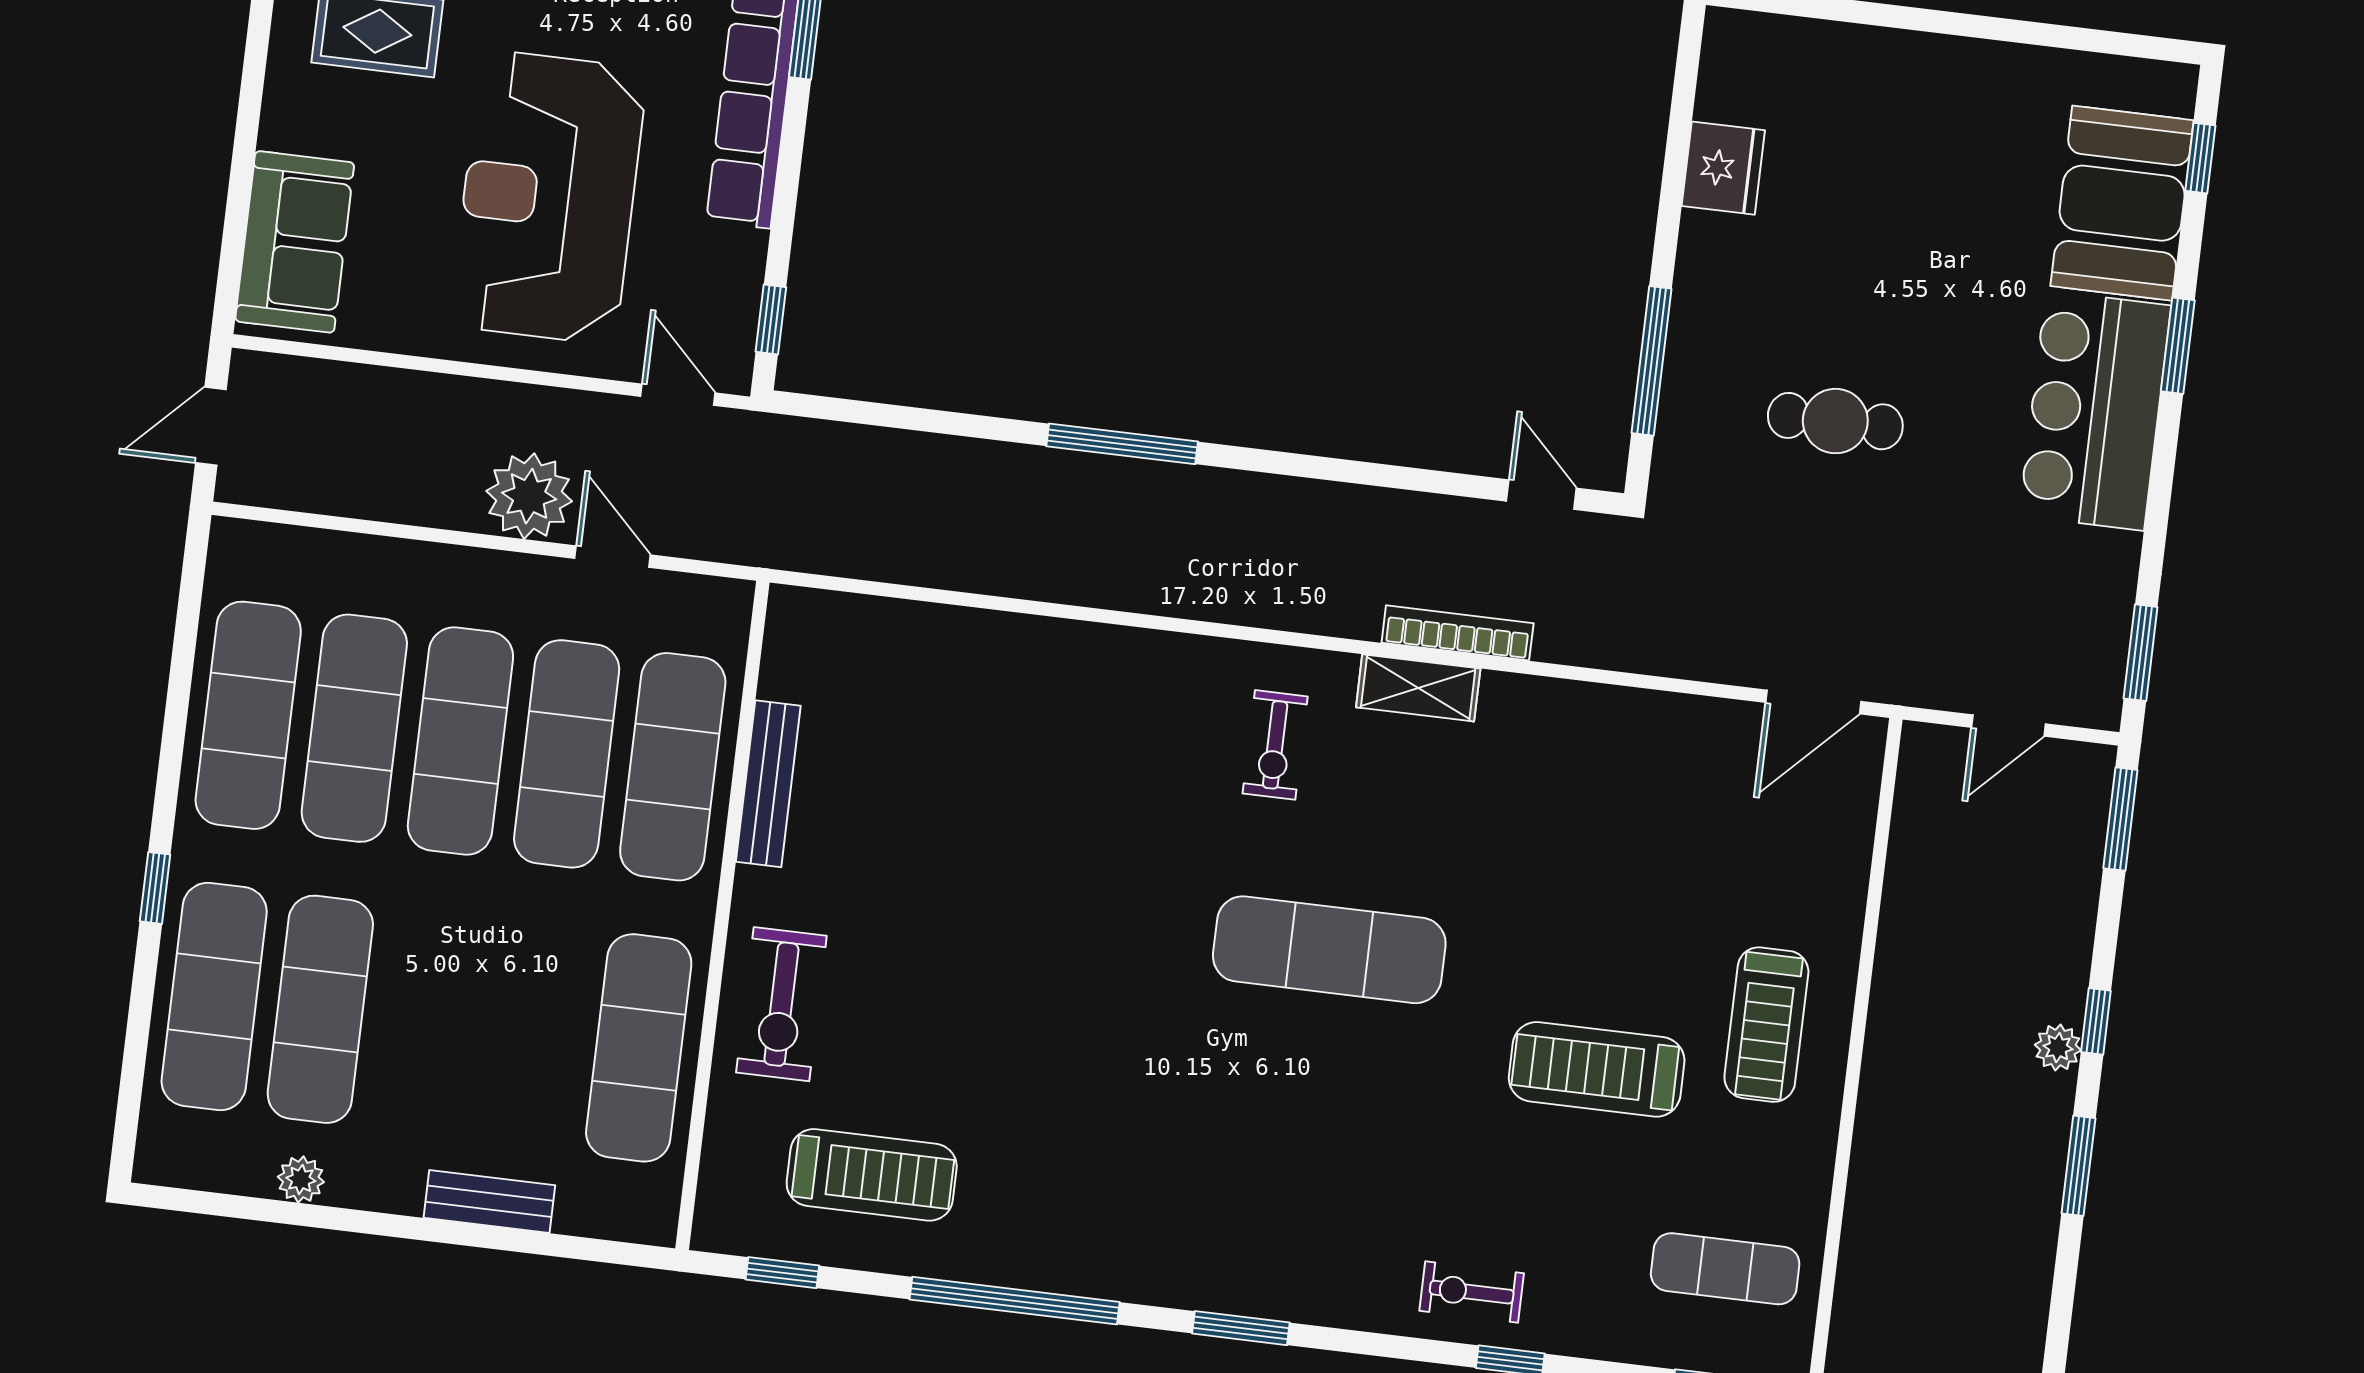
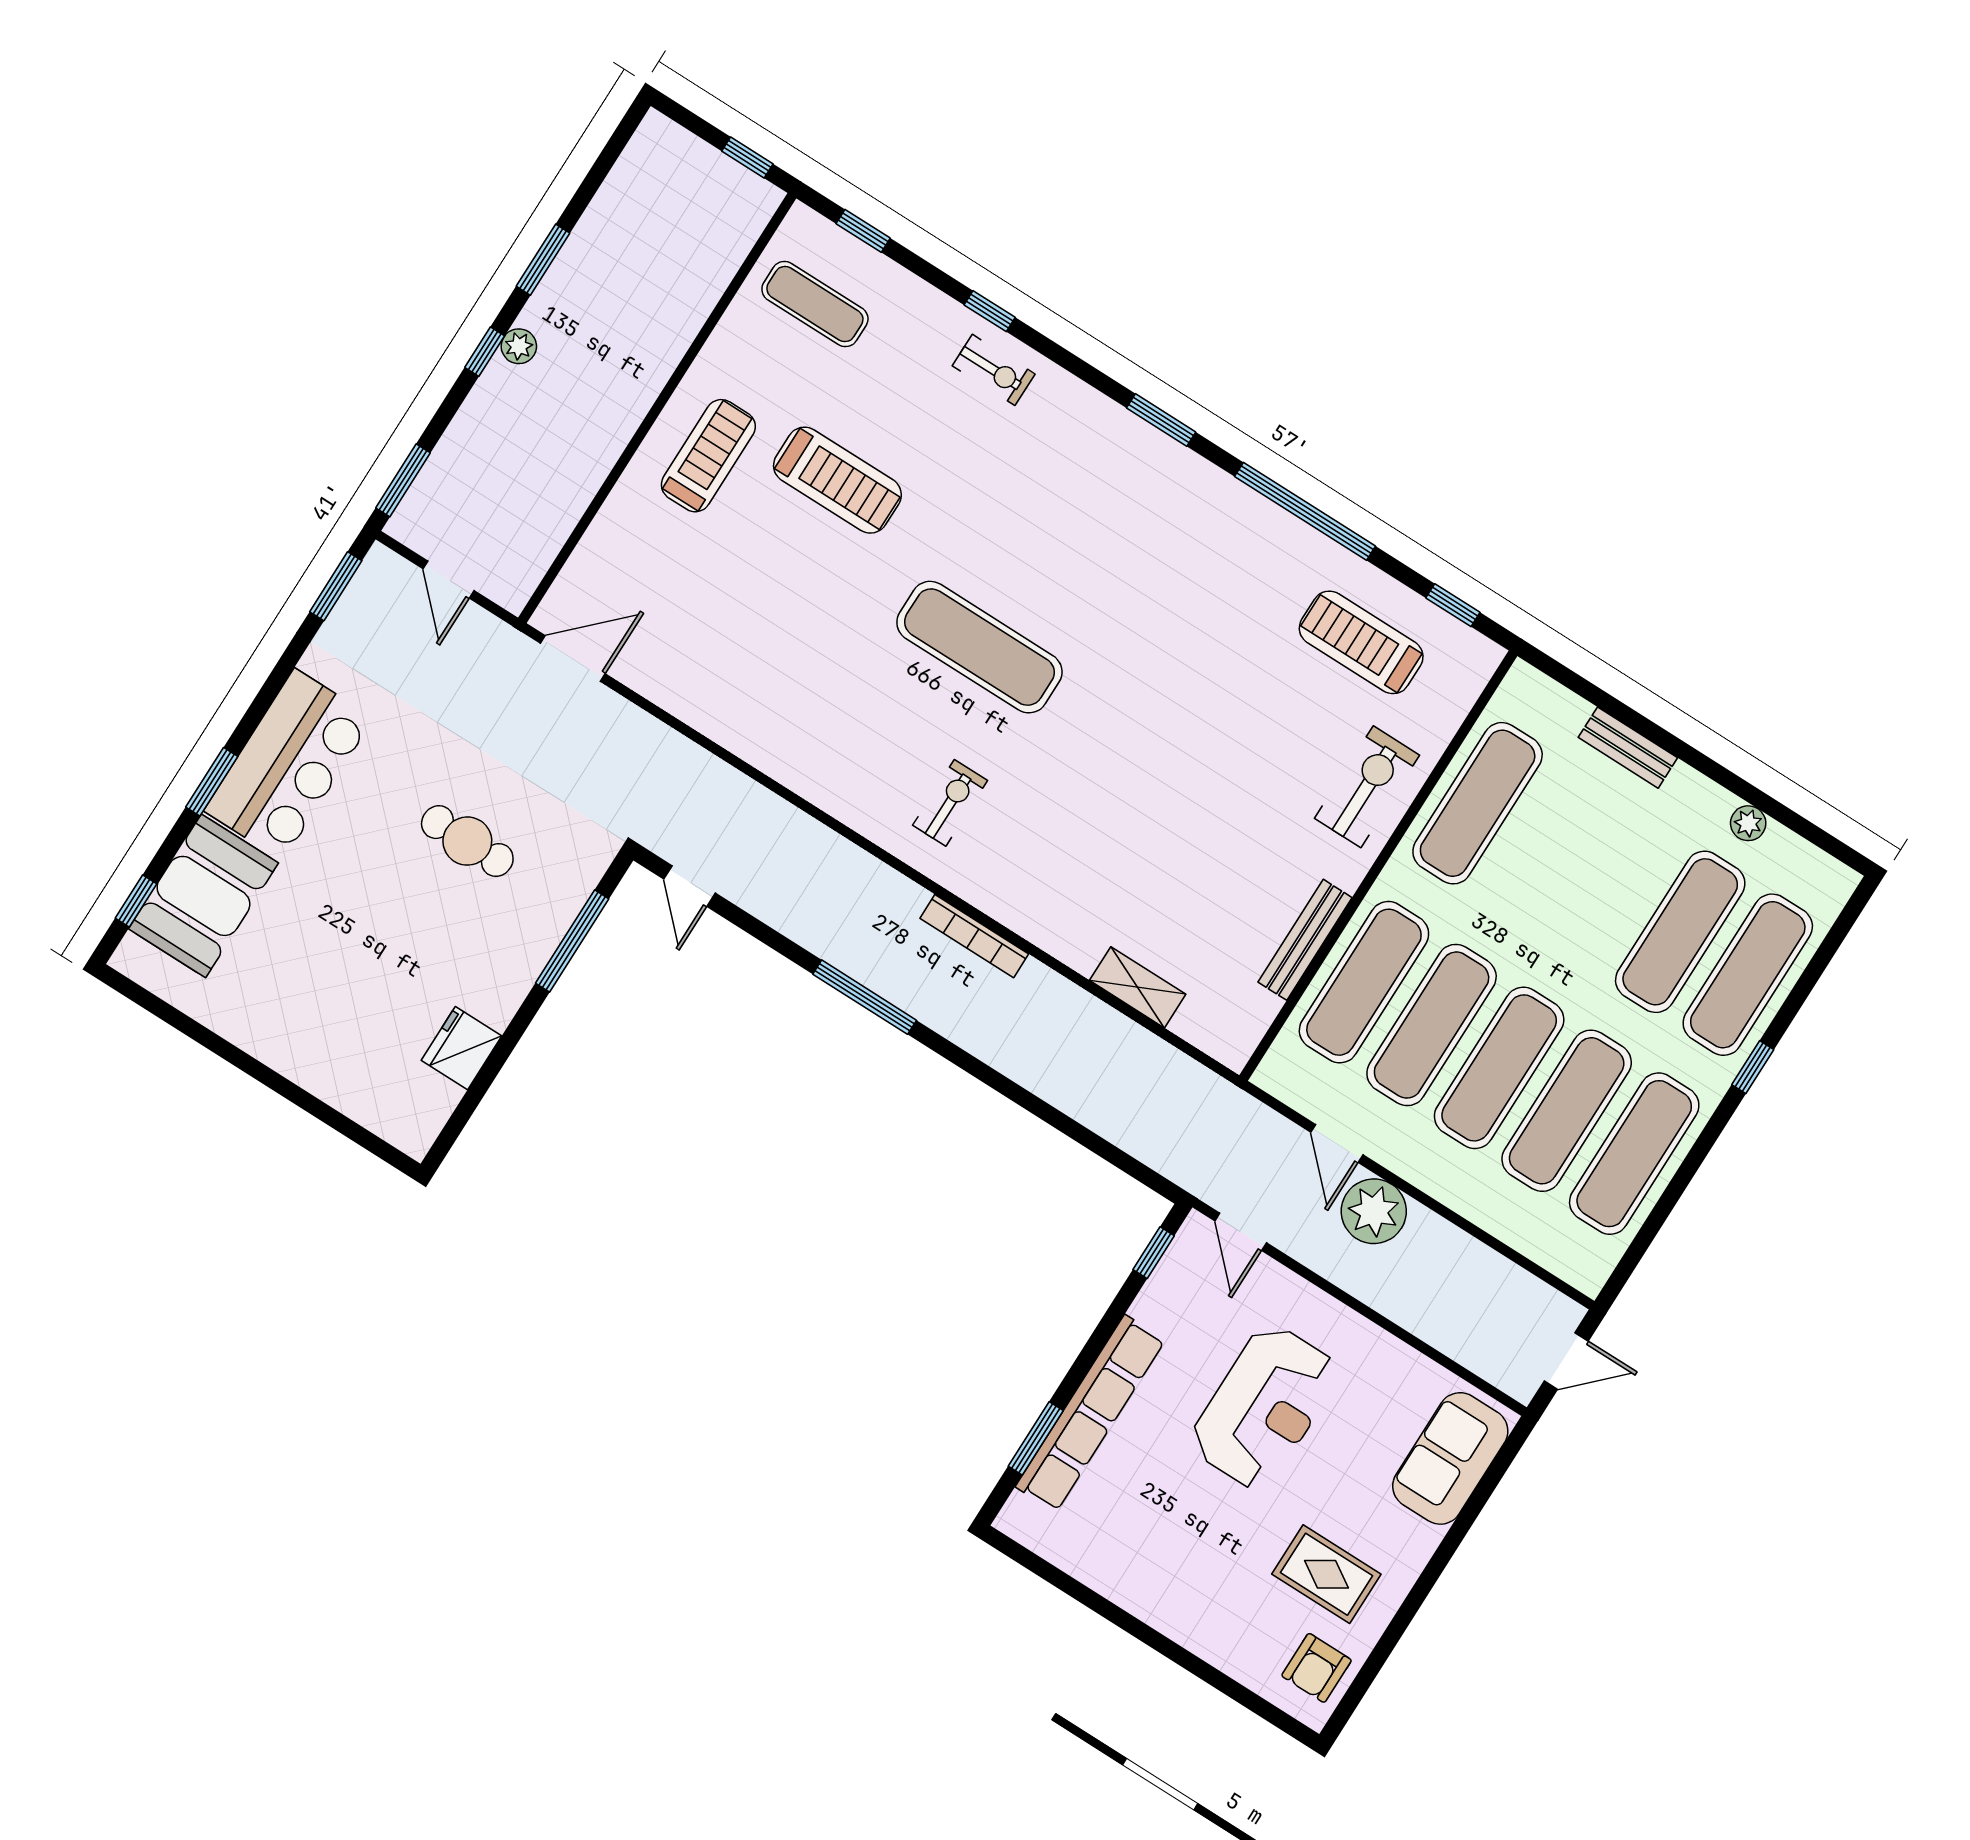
reception desk: (548, 197) -> (1264, 1407), width x0.74, depth x0.77
window: (1122, 444) -> (865, 997), moved
bookcase: (1458, 633) -> (974, 936), moved
shelving: (1418, 688) -> (1138, 987), moved
door: (2008, 726) -> (449, 580), swing flipped

